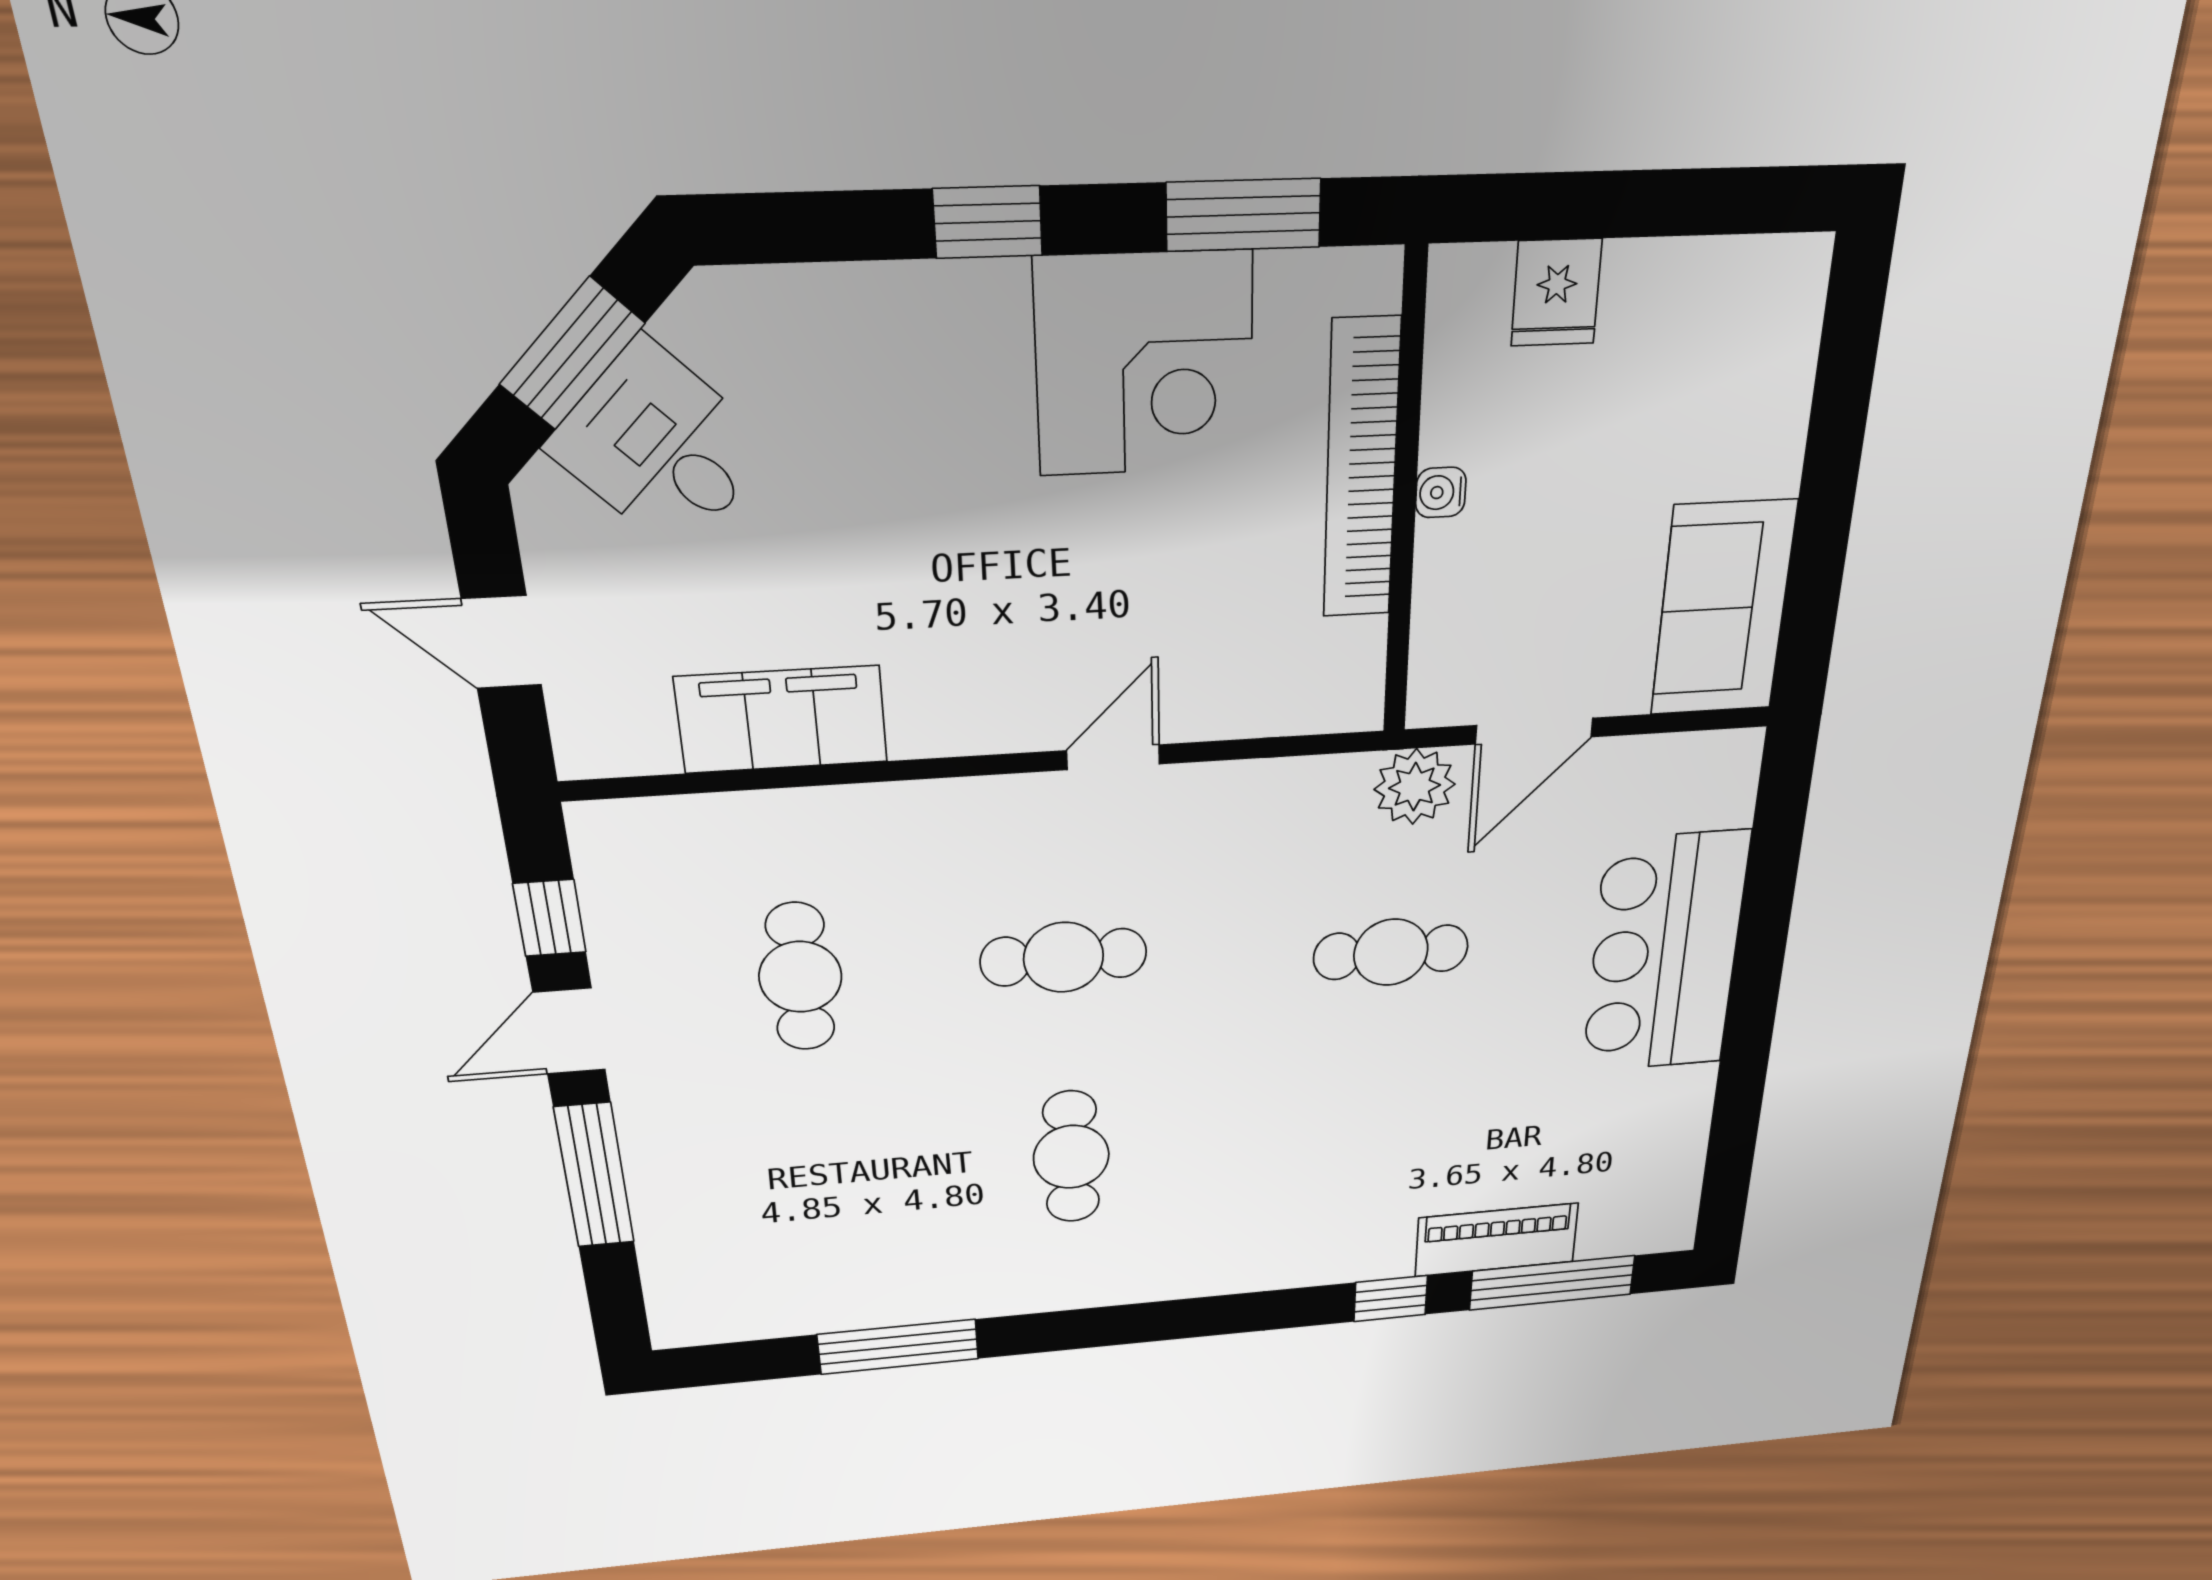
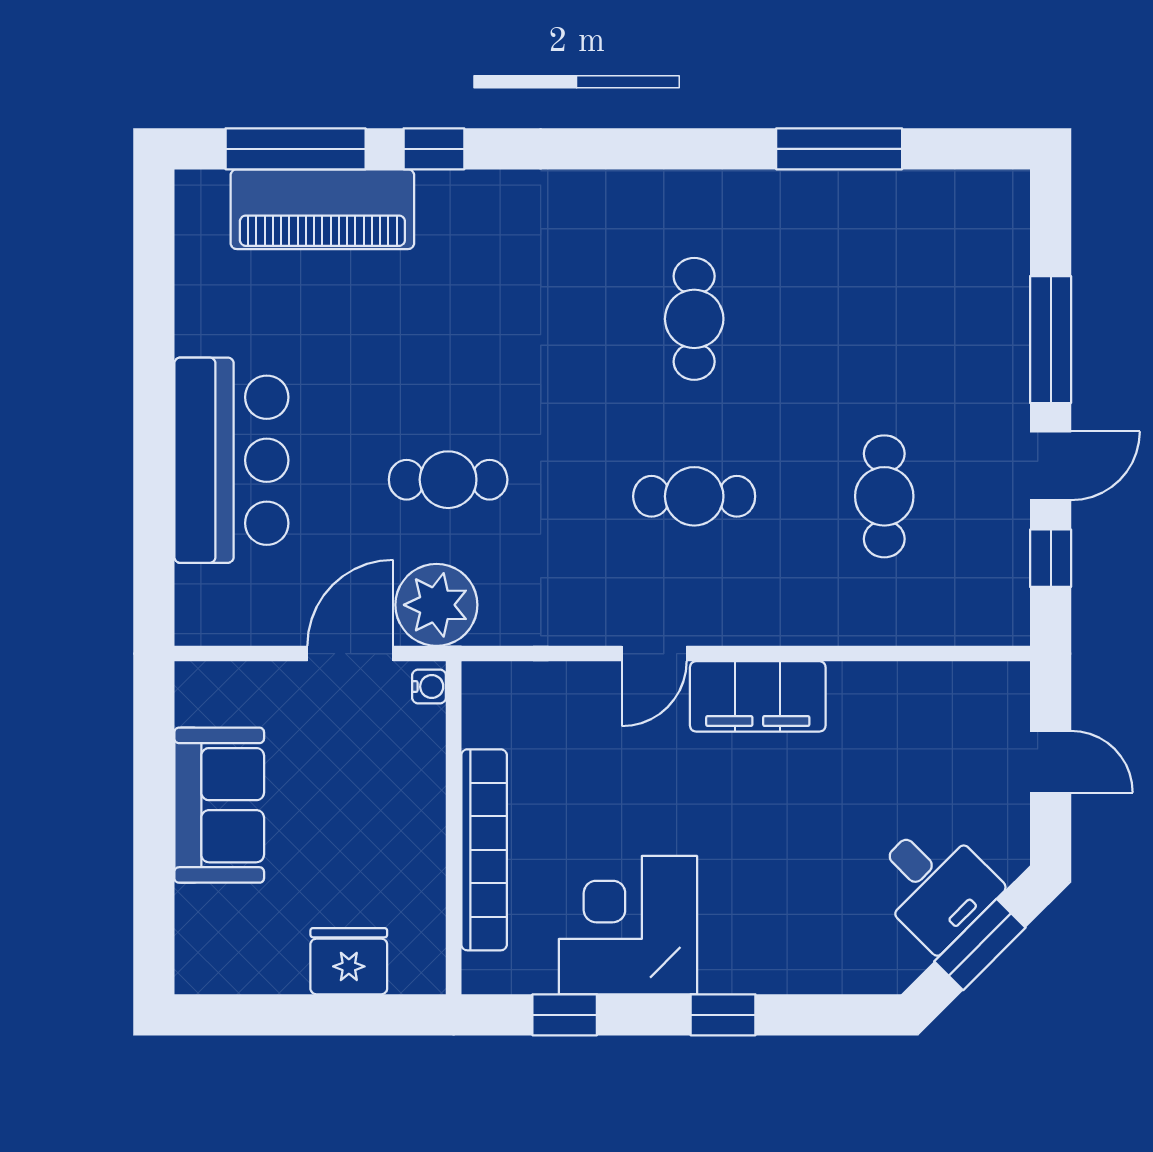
window: (1244, 215) -> (565, 1015), width x0.67
fridge: (1556, 293) -> (349, 961), width x1.38
water cooler: (1441, 492) -> (429, 687), moved
sofa: (1723, 609) -> (219, 805), moved
filing cabinet: (782, 720) -> (758, 696), moved
plant: (1415, 787) -> (436, 605), width x1.36, depth x1.36
piano: (1497, 1240) -> (322, 209), width x1.37, depth x1.33

